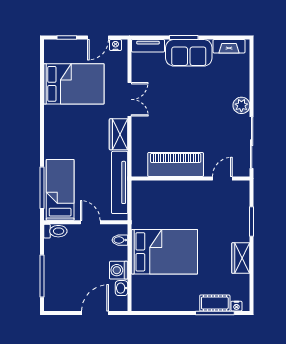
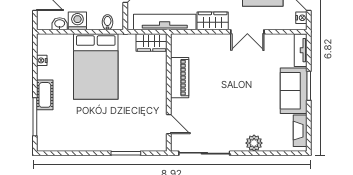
plant: (241, 105) -> (254, 143), moved
piano: (176, 164) -> (180, 78), width x0.73, depth x0.75
wardrobe: (241, 258) -> (152, 43), moved, turned 180
cot: (215, 303) -> (45, 95), moved
nightstand: (236, 306) -> (42, 60), moved

